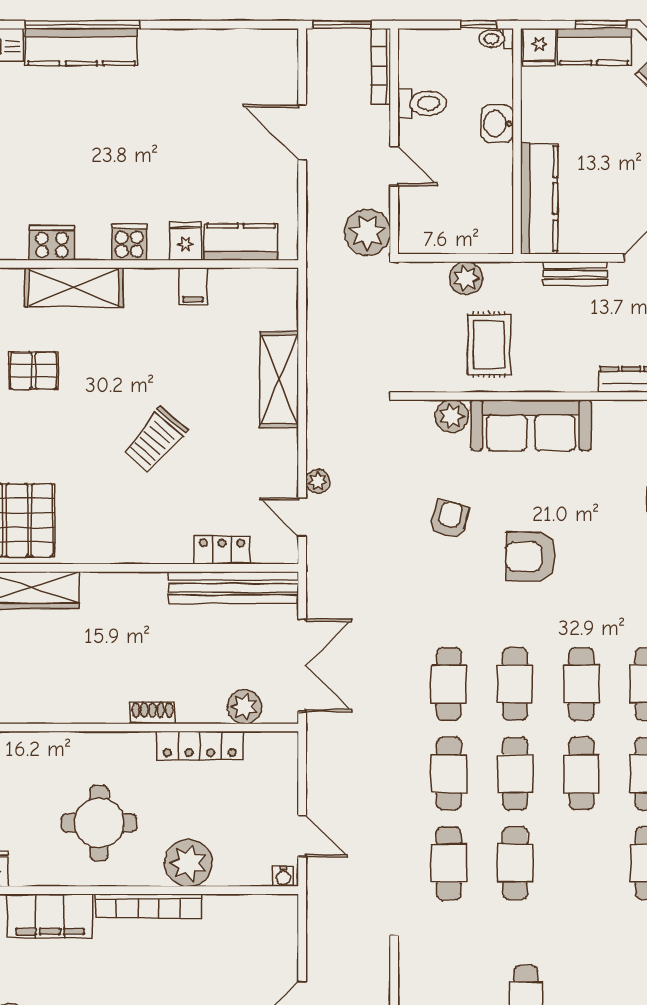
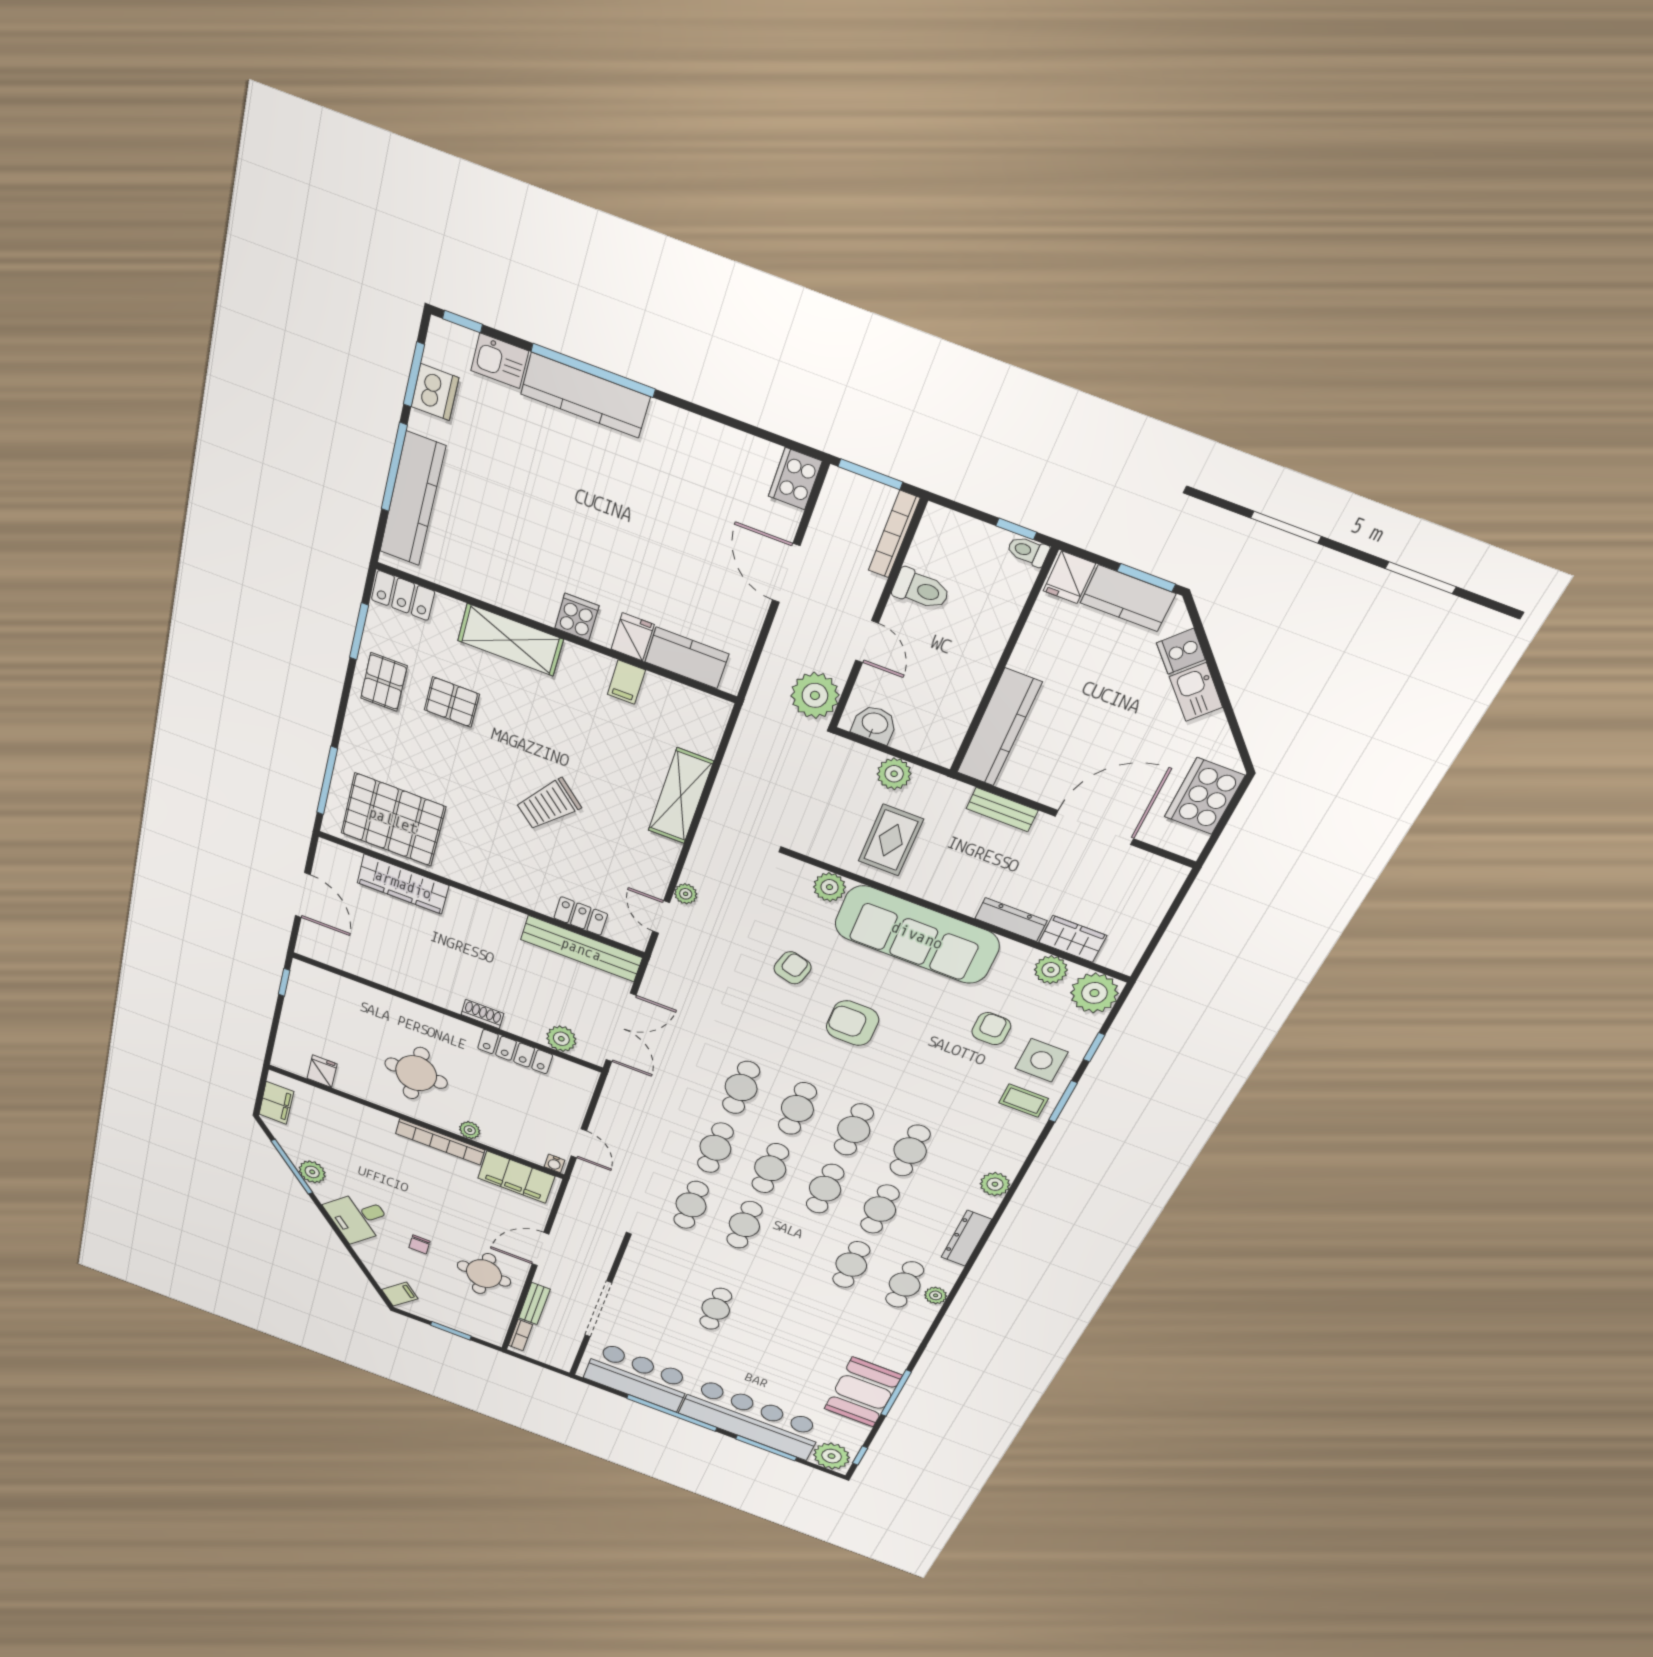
washbasin: (497, 124) -> (875, 724), moved, turned 90
cooker: (52, 243) -> (795, 479), moved, turned -90
sofa: (531, 425) -> (917, 935), width x1.36, depth x1.27
plant: (188, 863) -> (470, 1130), width x0.53, depth x0.53
filing cabinet: (50, 916) -> (516, 1177), moved

